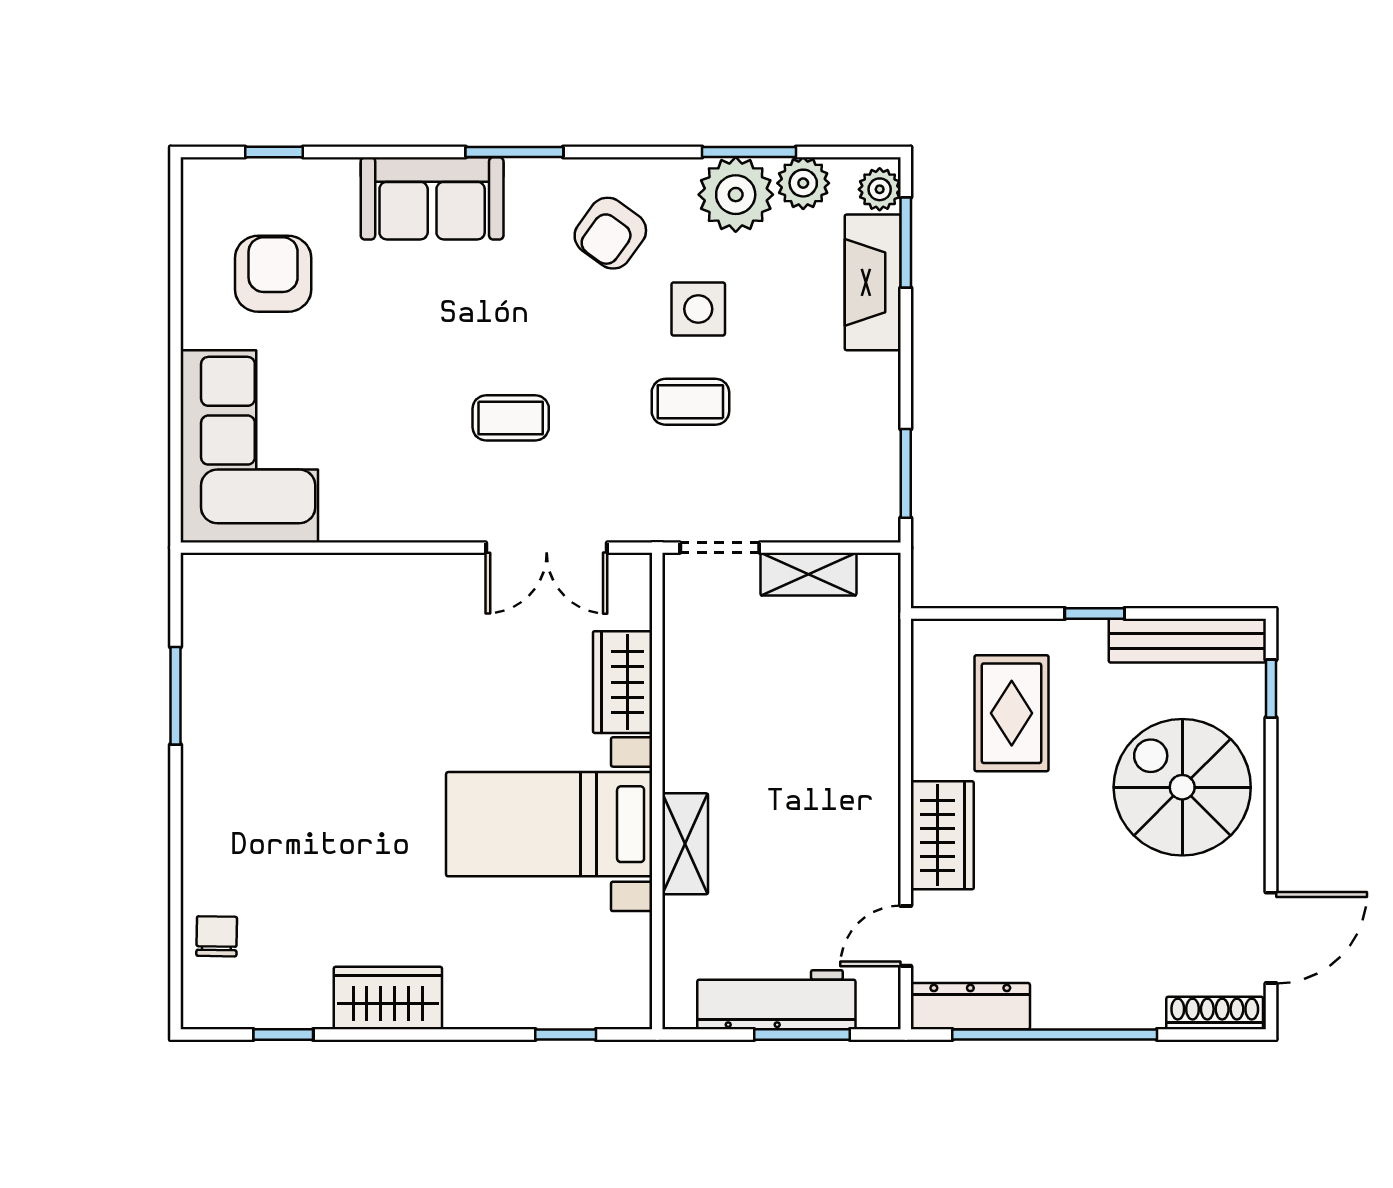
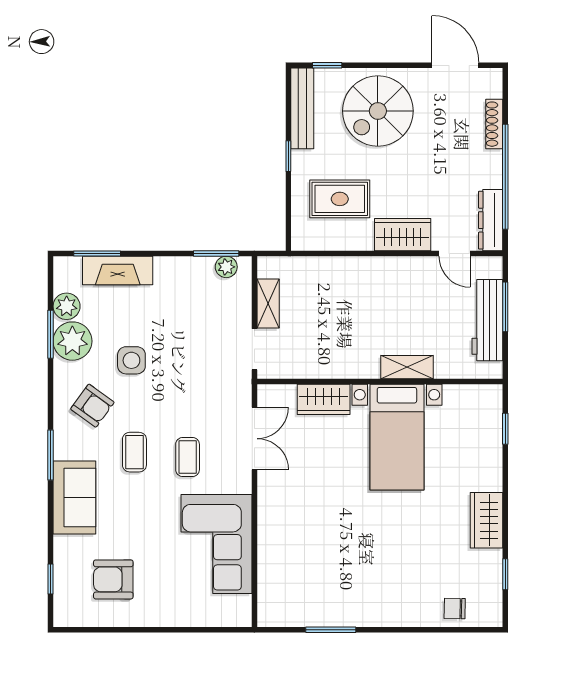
plant: (880, 189) -> (226, 267), moved
coffee table: (690, 402) -> (134, 452), moved
corner sofa: (249, 446) -> (216, 544), moved, turned -90
shoe rack: (1215, 1013) -> (494, 124), moved

